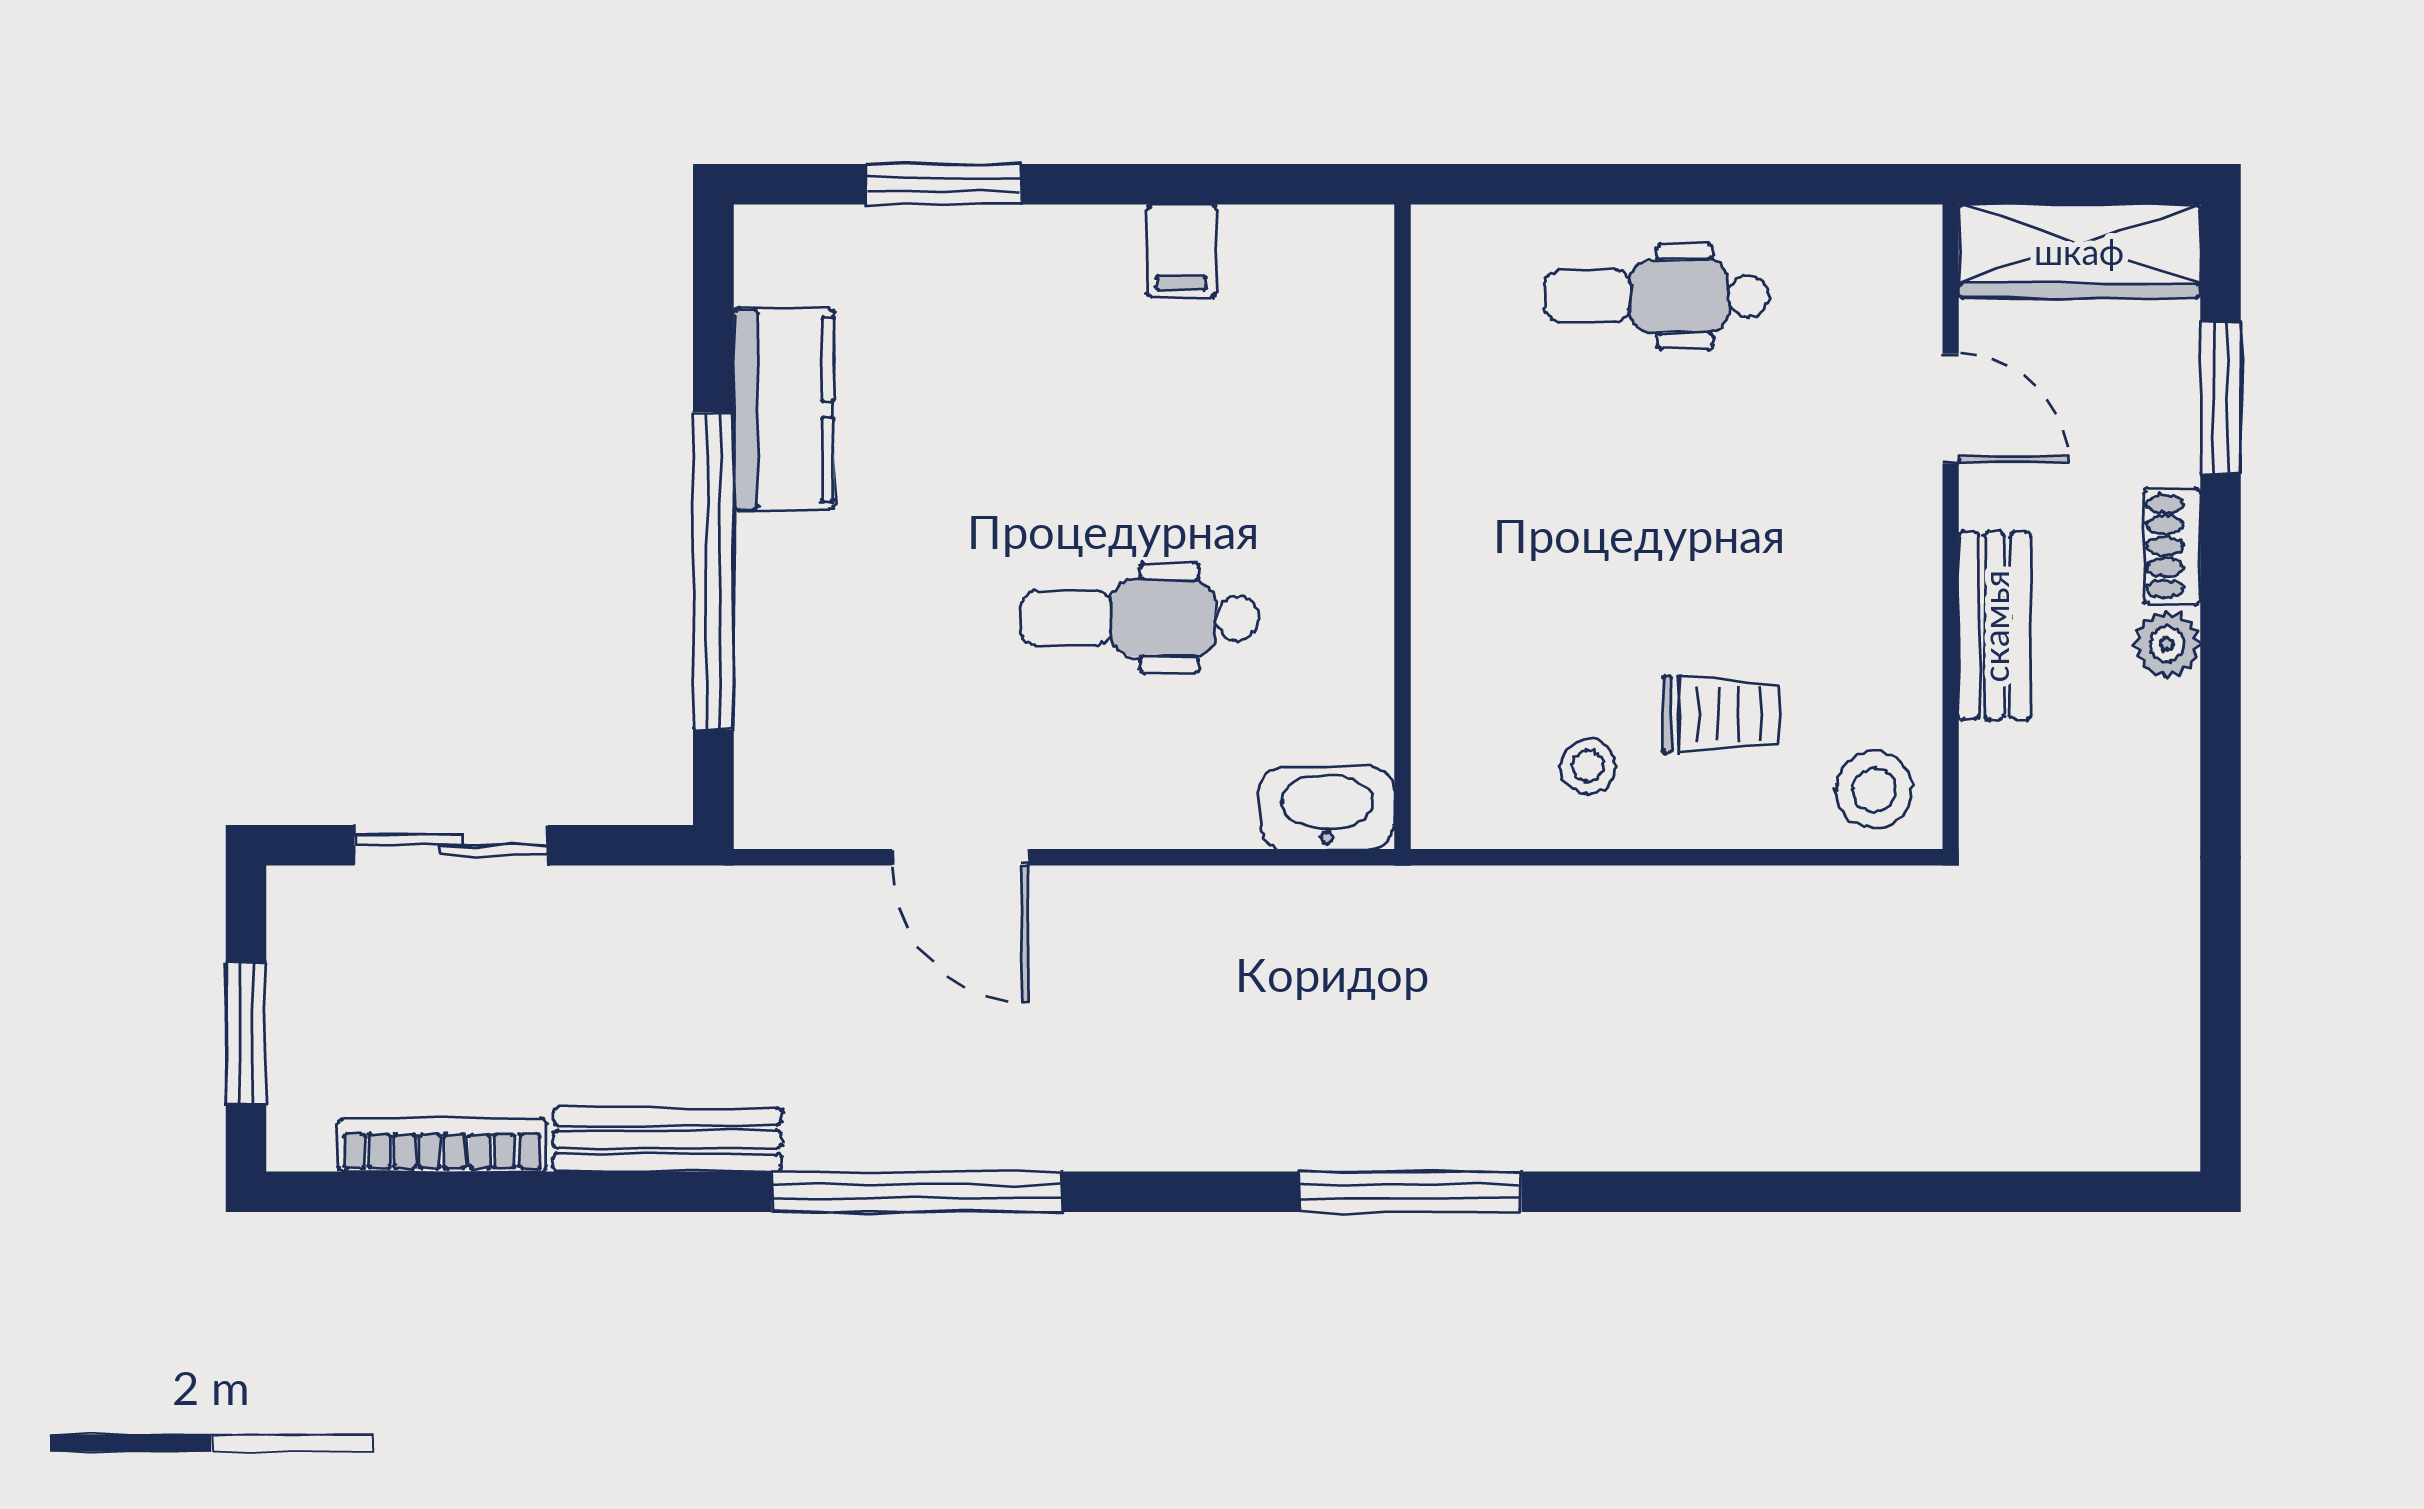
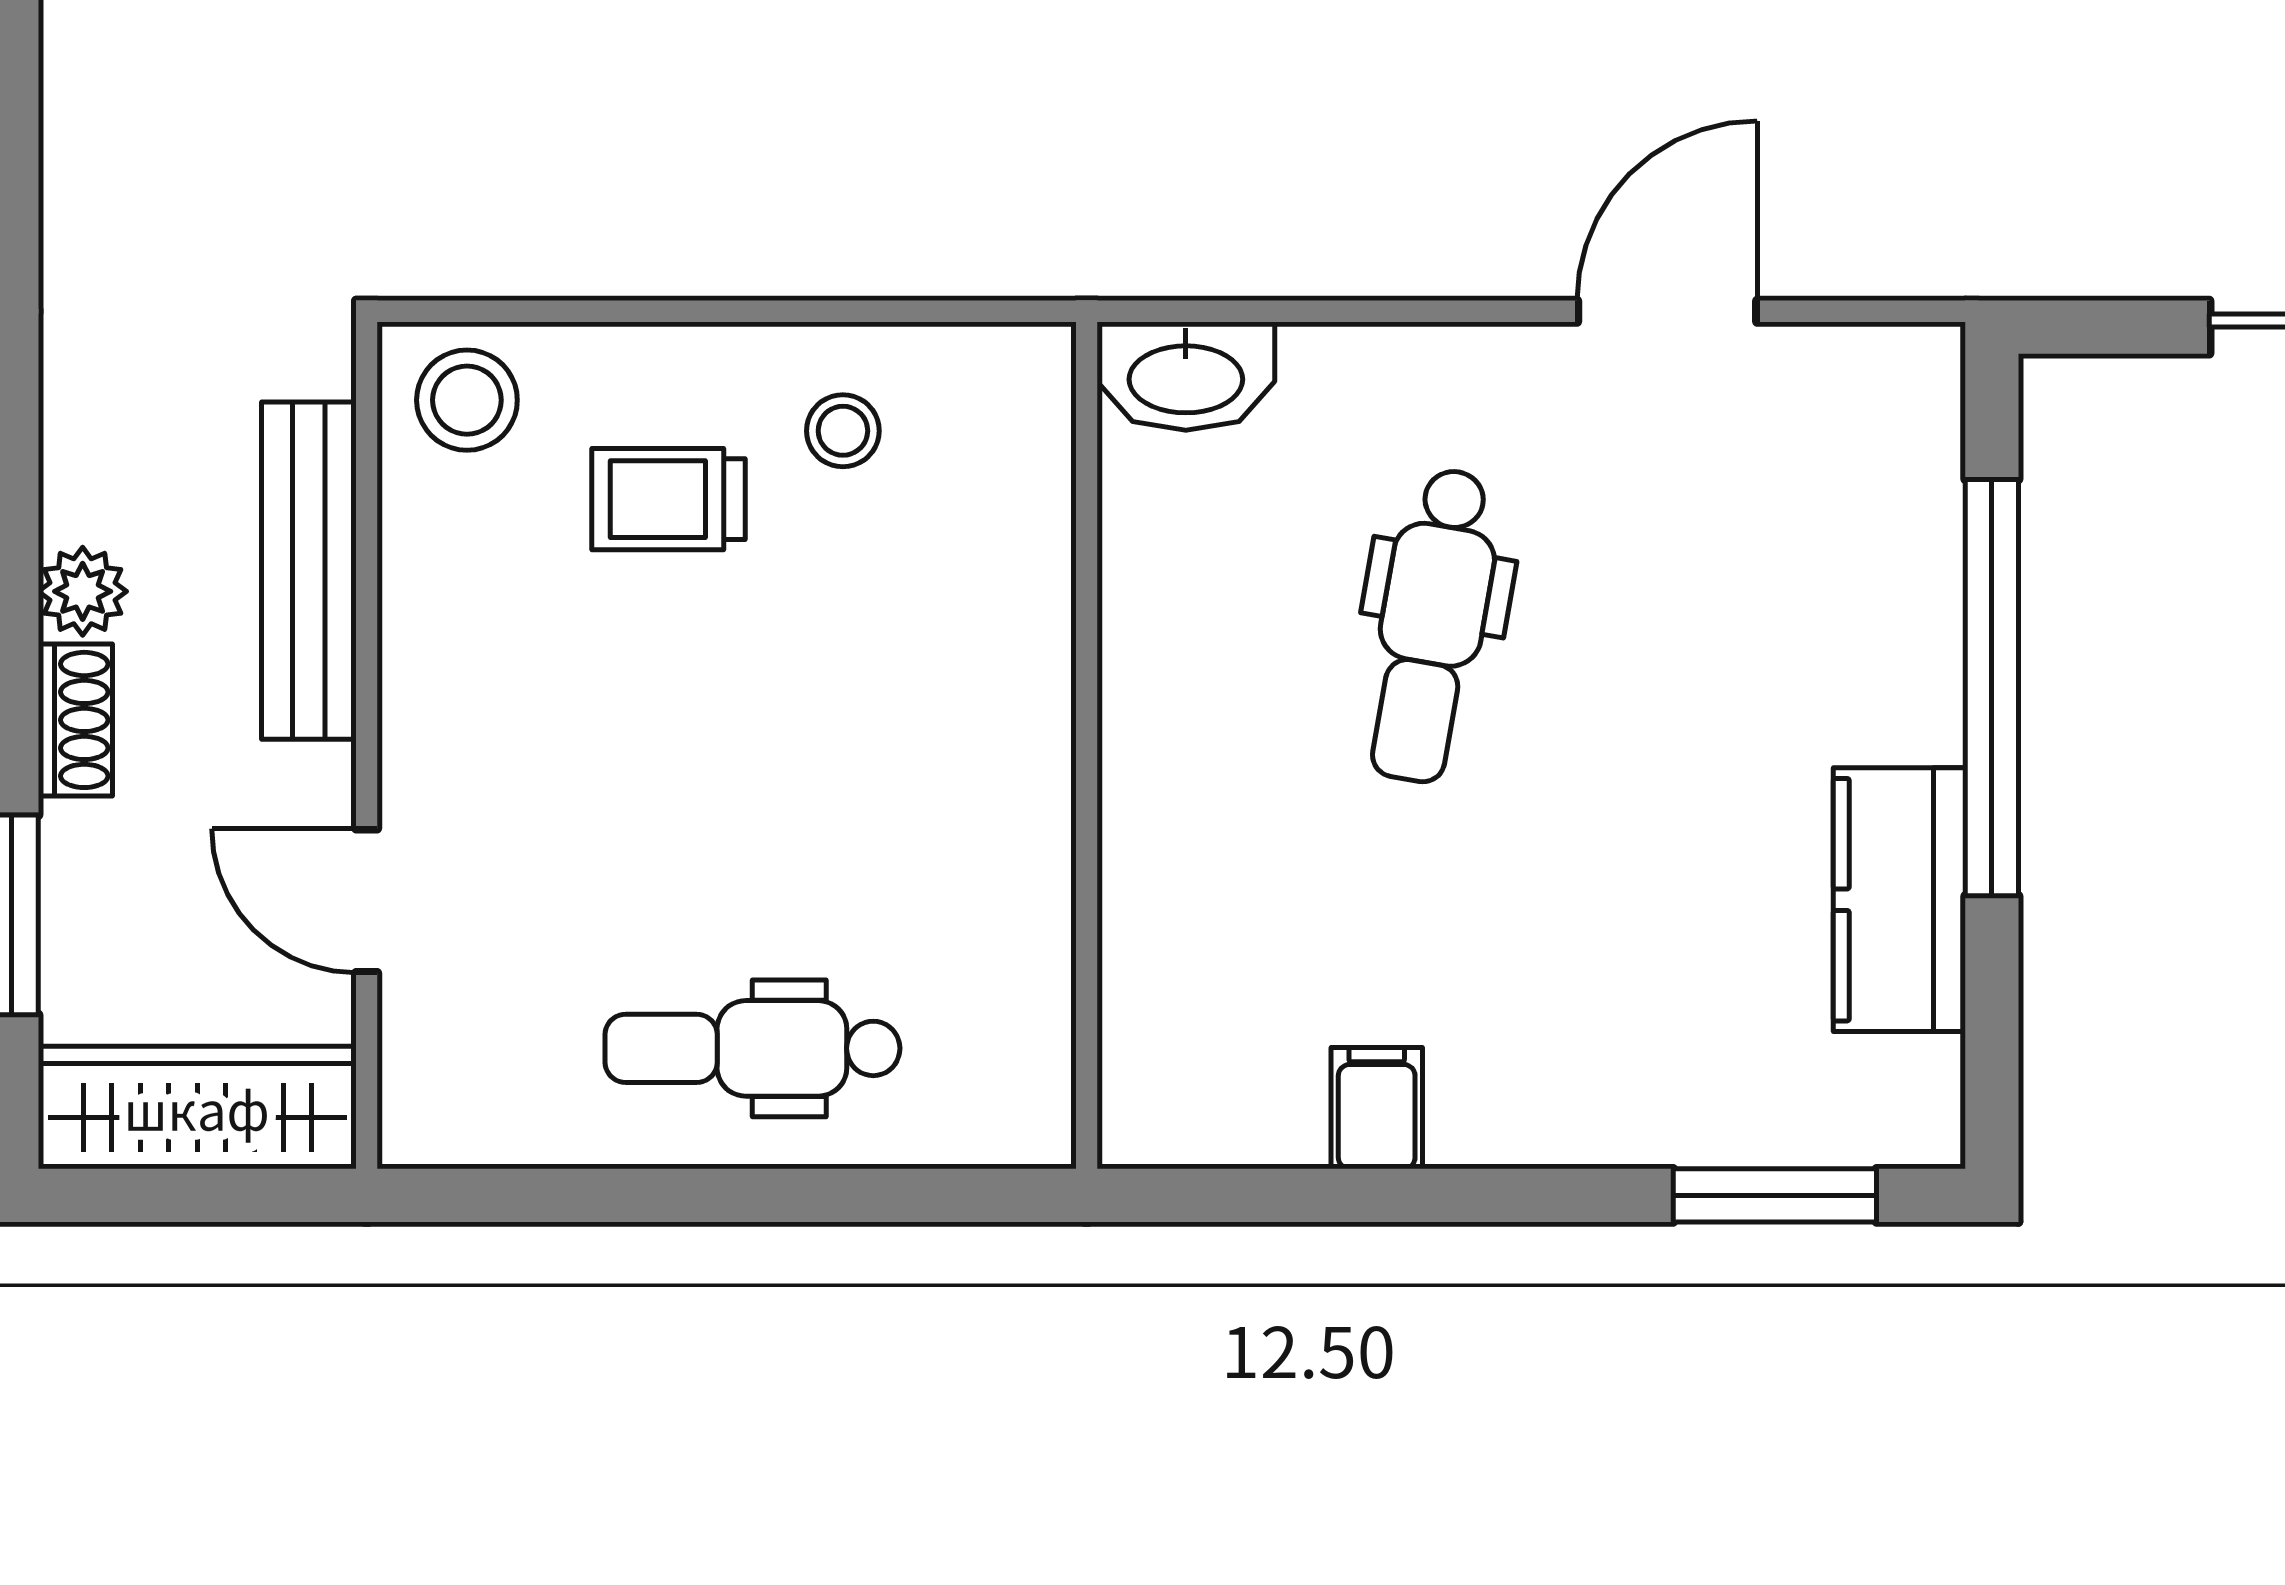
window: (943, 184) -> (1775, 1195), moved
dental chair: (1657, 296) -> (752, 1048), turned 180
dental chair: (1140, 618) -> (1432, 625), turned 100
bench: (1995, 626) -> (309, 571), width x1.36
door: (961, 857) -> (1667, 311), hinge flipped

